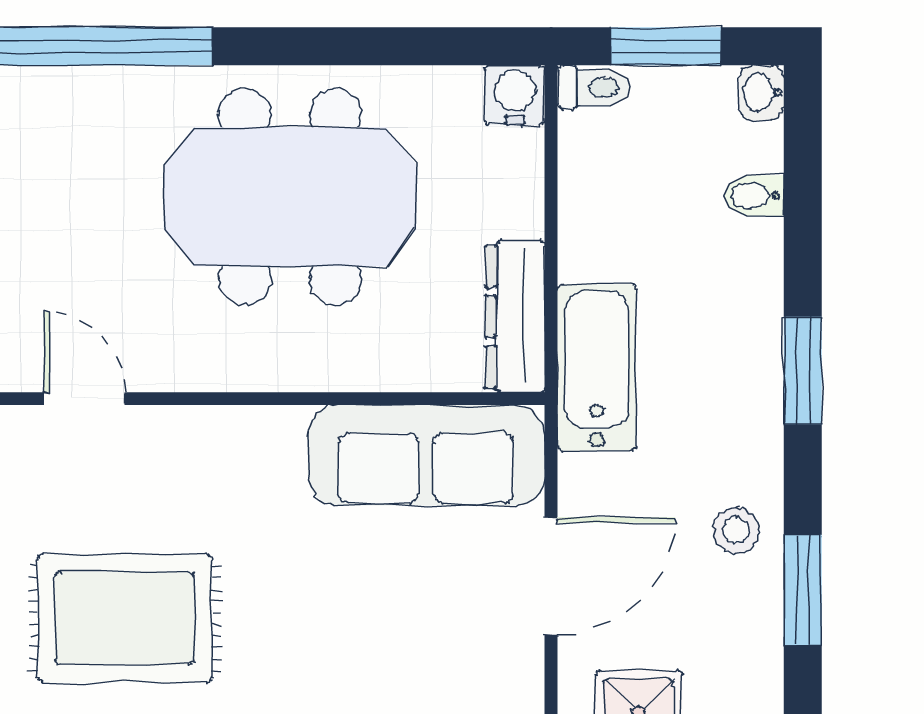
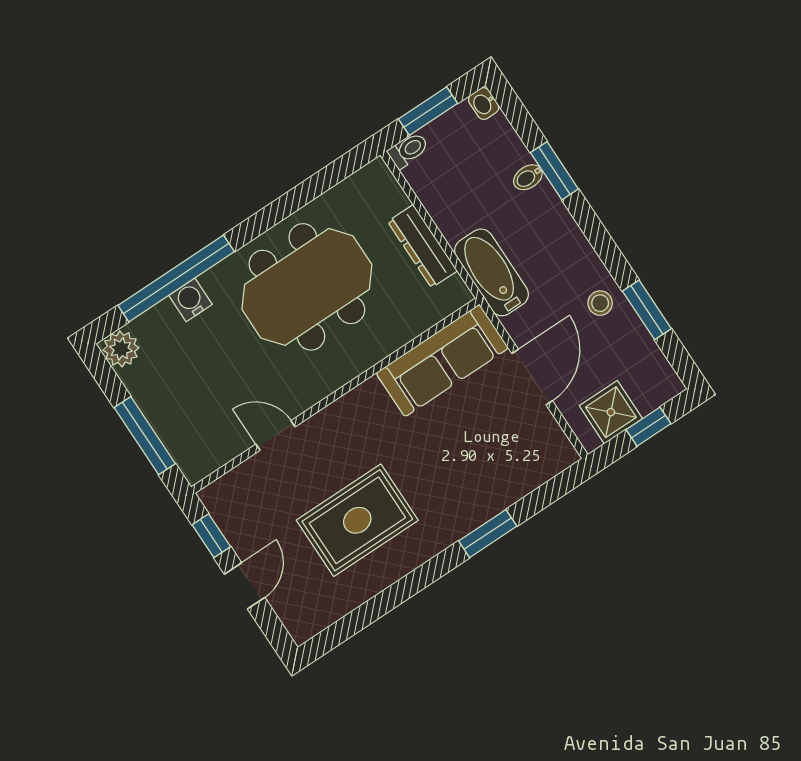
water cooler: (515, 95) -> (190, 300), moved
bidet: (754, 196) -> (528, 177), moved
dresser: (515, 317) -> (422, 246), moved
window: (803, 371) -> (554, 171), moved

